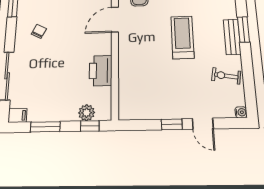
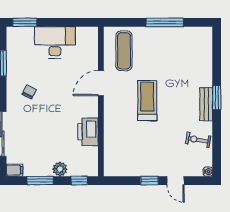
treadmill: (182, 37) -> (147, 101), moved
plant: (87, 113) -> (60, 169), moved

